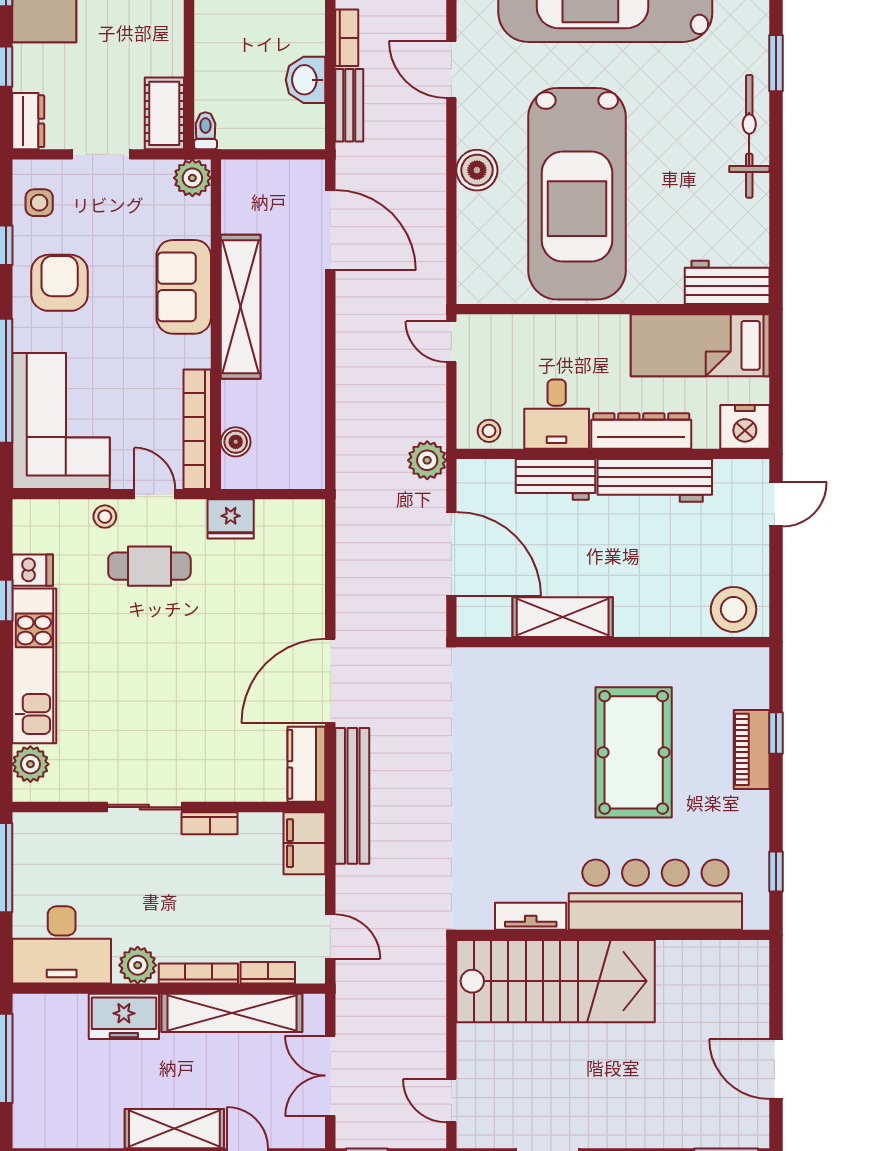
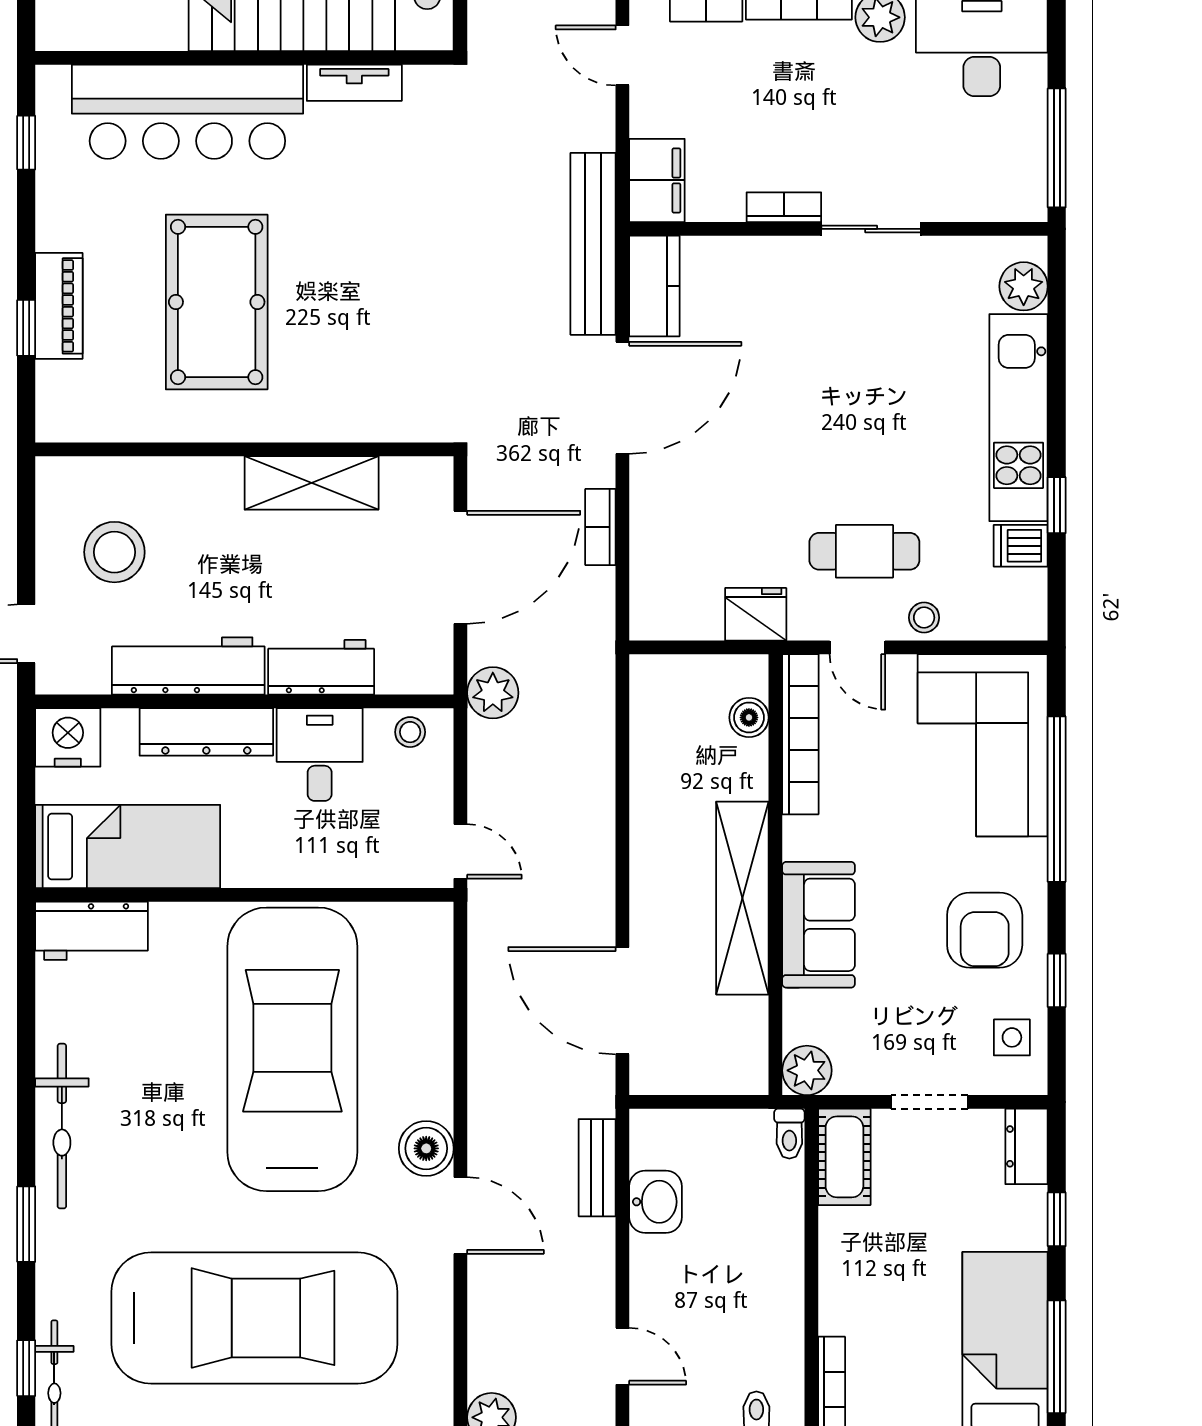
bookcase: (347, 38) -> (600, 527), moved
boiler: (477, 170) -> (426, 1148), moved
door: (451, 554) -> (460, 567), swing flipped
stool: (734, 609) -> (114, 552), moved

